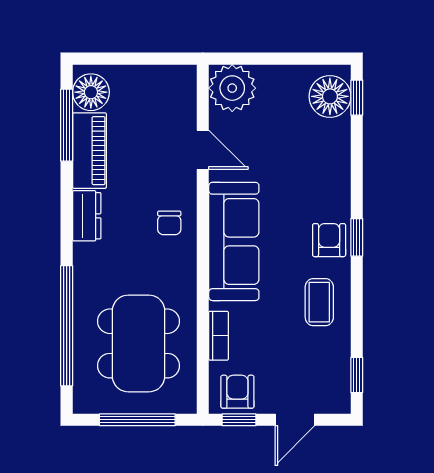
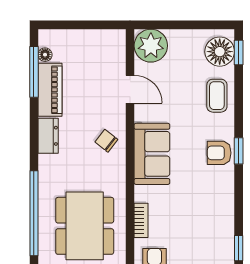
floor lamp: (91, 92) -> (45, 55), width x0.53, depth x0.53
chair: (169, 223) -> (106, 141), turned 128
armchair: (329, 240) -> (219, 153), turned -90
sofa: (234, 241) -> (152, 154), width x0.73
coffee table: (319, 302) -> (217, 96), moved

